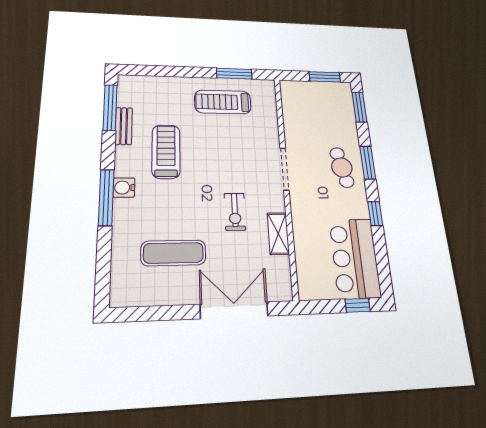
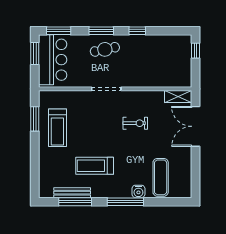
window: (110, 107) -> (75, 202), moved
bench: (124, 126) -> (72, 193), width x1.36
water cooler: (124, 188) -> (138, 191), moved
shelving: (278, 234) -> (178, 96), moved
exercise mat: (173, 253) -> (161, 177), moved
bar counter: (355, 258) -> (53, 60), moved, turned -90

